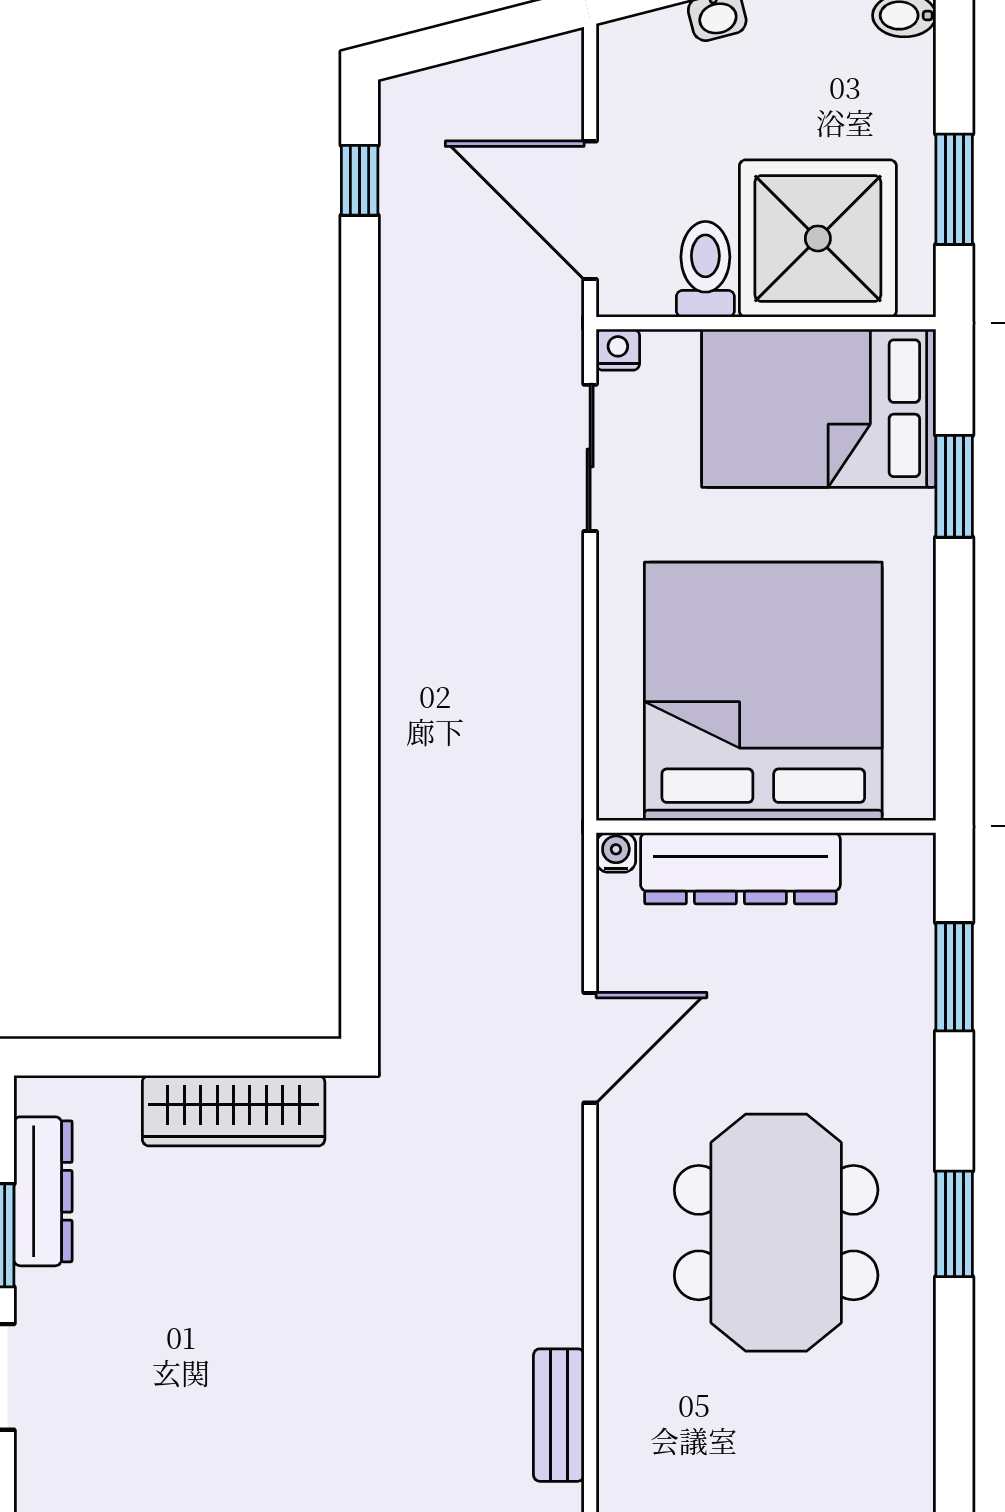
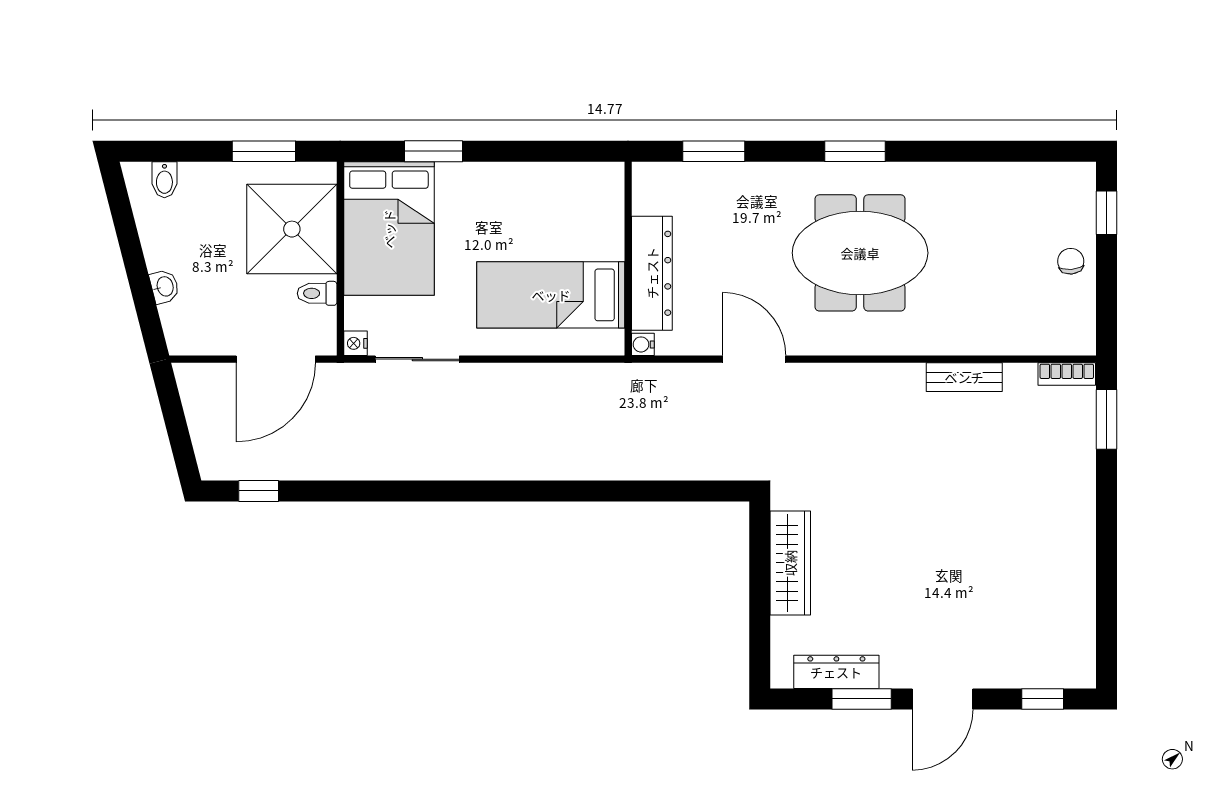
toilet: (705, 269) -> (317, 293), width x0.73, depth x0.72
bed: (763, 691) -> (551, 295), width x0.49

